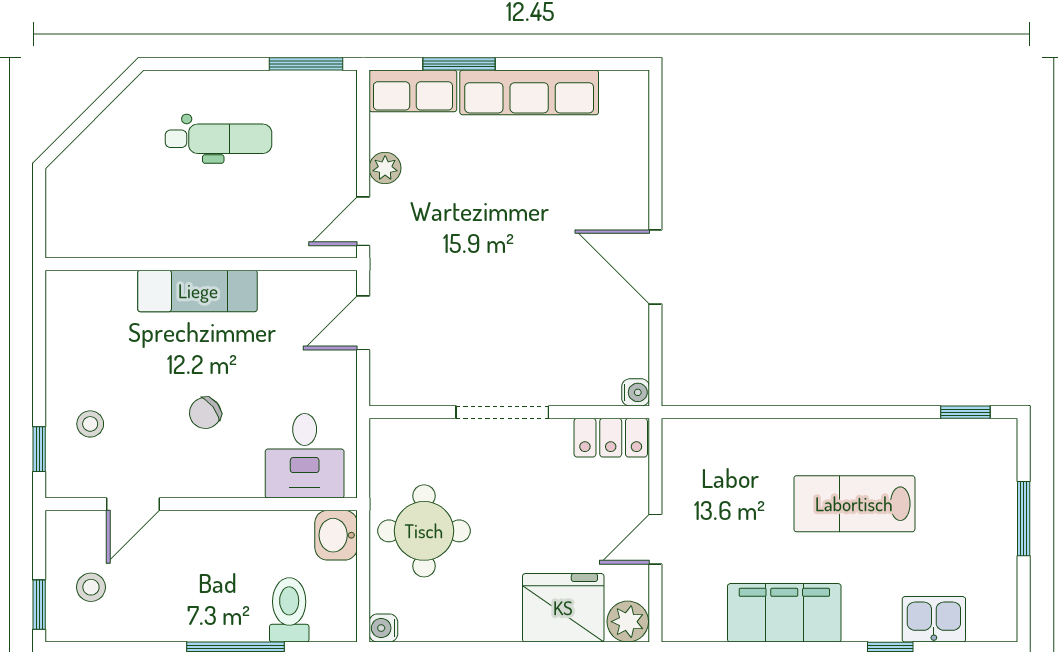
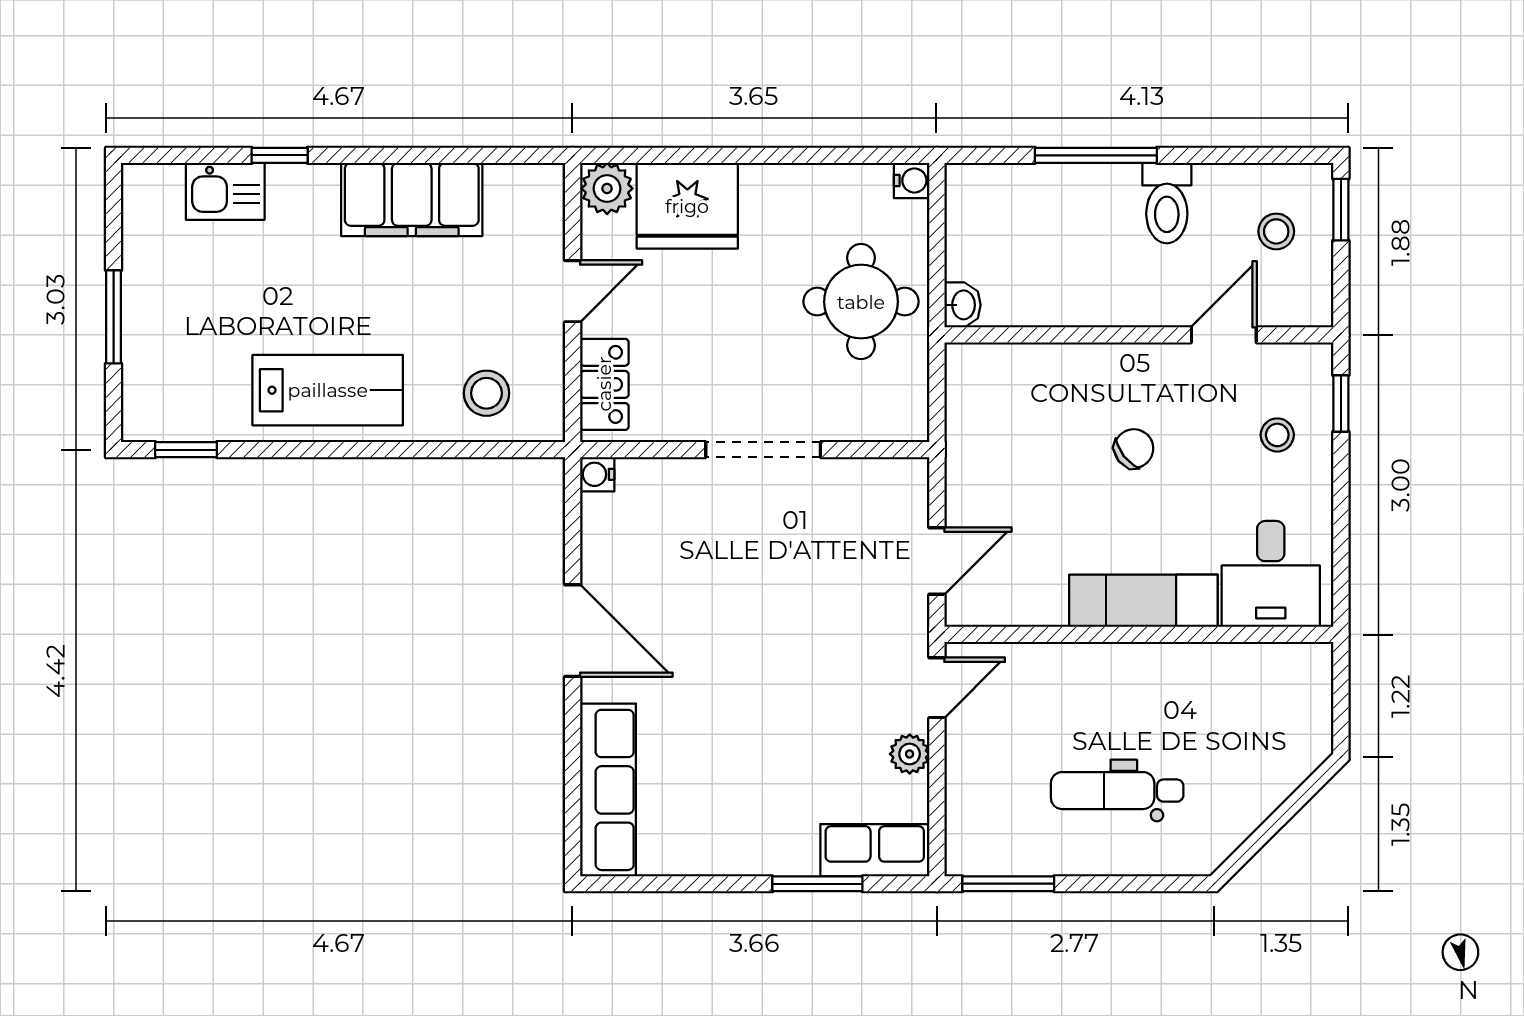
row of seats: (529, 92) -> (608, 790), moved, turned 90
locker: (611, 438) -> (604, 384), moved, turned 90
desk: (305, 456) -> (1271, 574), moved, turned 180
stool: (724, 457) -> (486, 393), added
lab bench: (854, 504) -> (328, 390), moved
washbasin: (336, 535) -> (962, 305), width x0.72, depth x0.69
toilet: (289, 610) -> (1167, 203), moved

